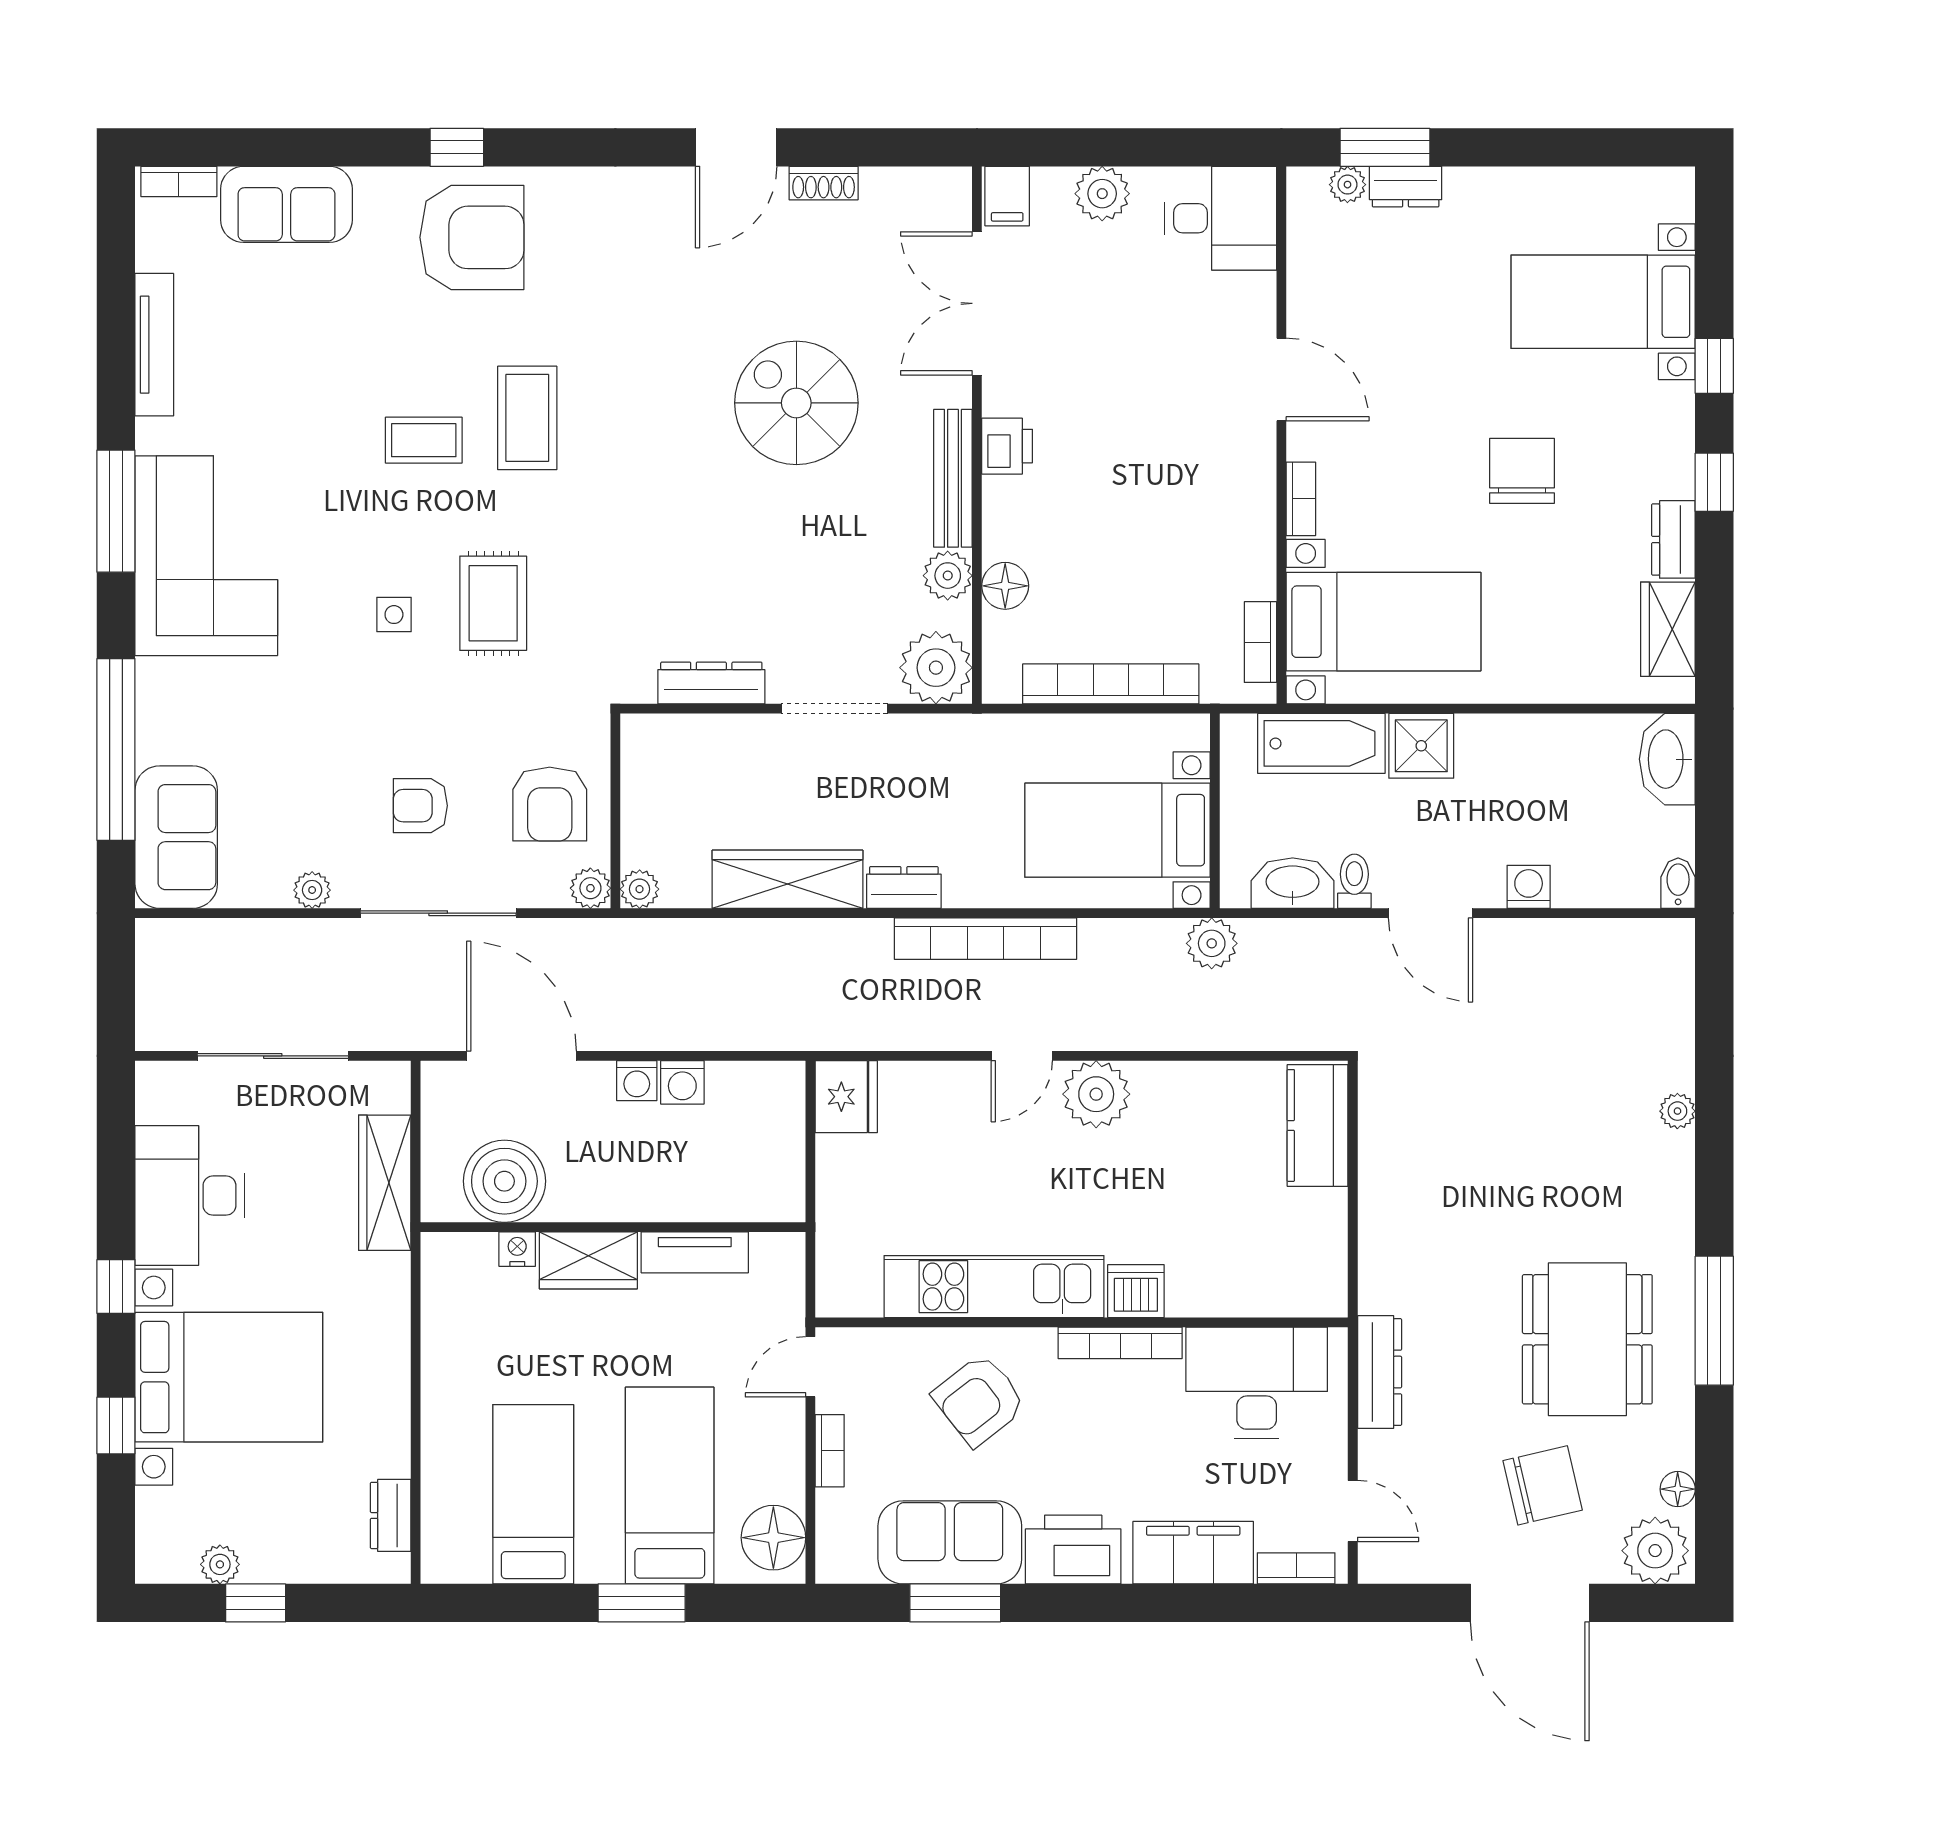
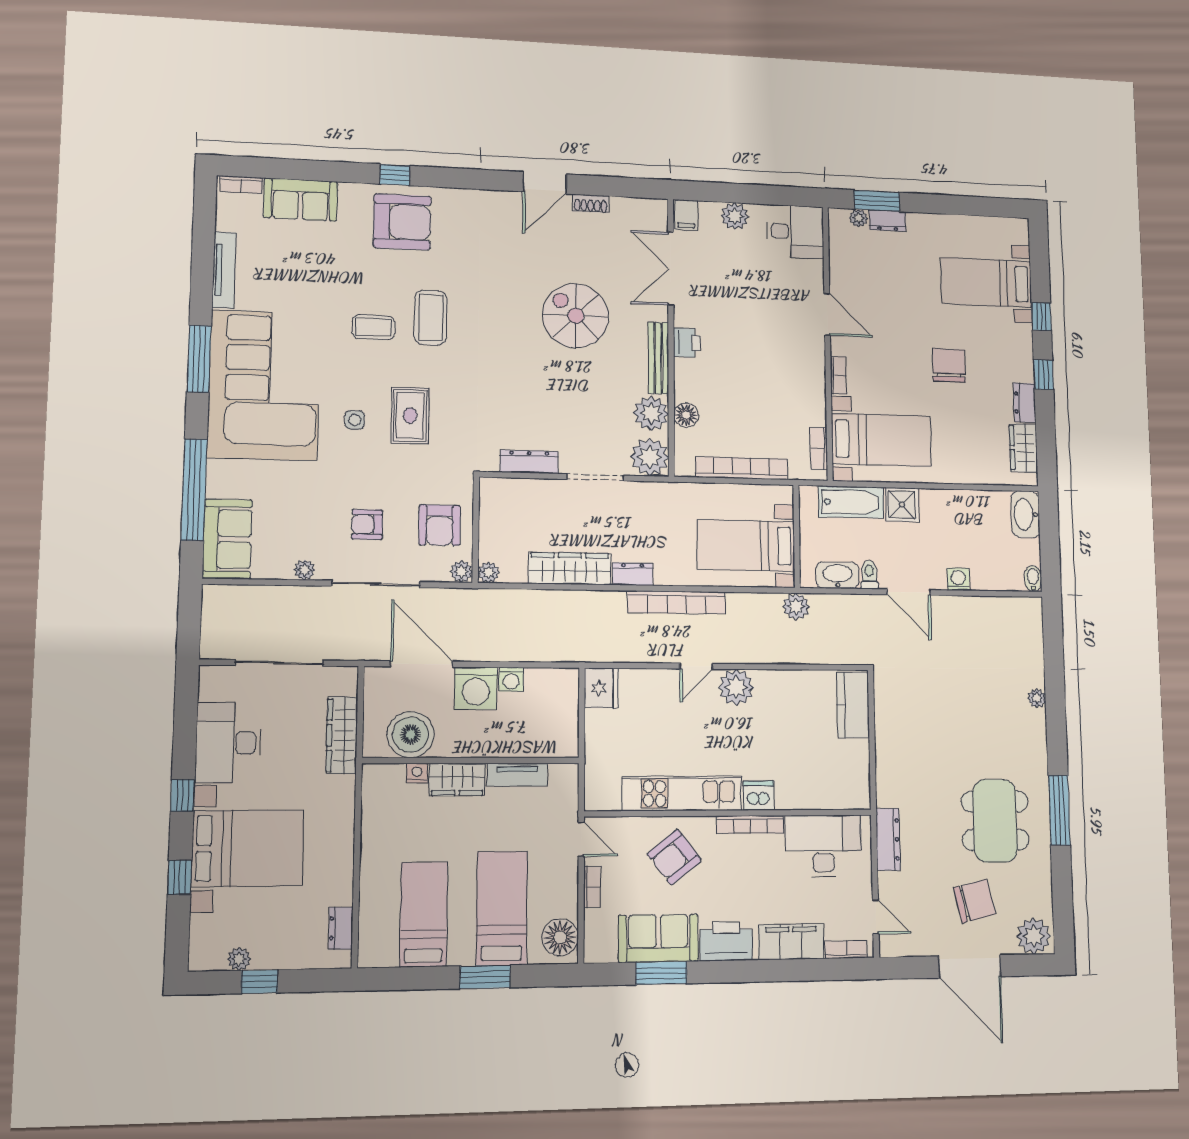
corner sofa: (206, 556) -> (264, 385), width x1.36, depth x1.36
plant: (948, 576) -> (651, 413), width x1.36, depth x1.36
washing machine: (637, 1081) -> (476, 688), width x1.89, depth x1.89
door: (810, 1367) -> (581, 839), swing flipped
floor lamp: (1678, 1489) -> (1044, 902), removed

